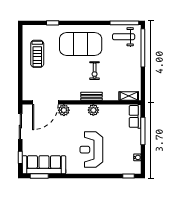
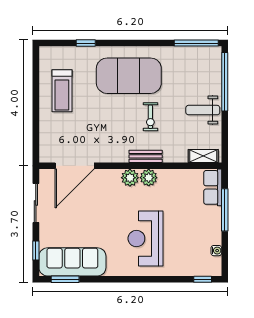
weight bench: (124, 37) -> (203, 110), moved
plant: (64, 110) -> (130, 178), moved

